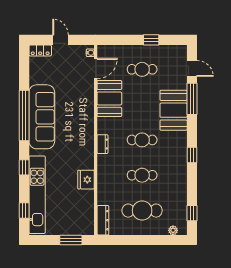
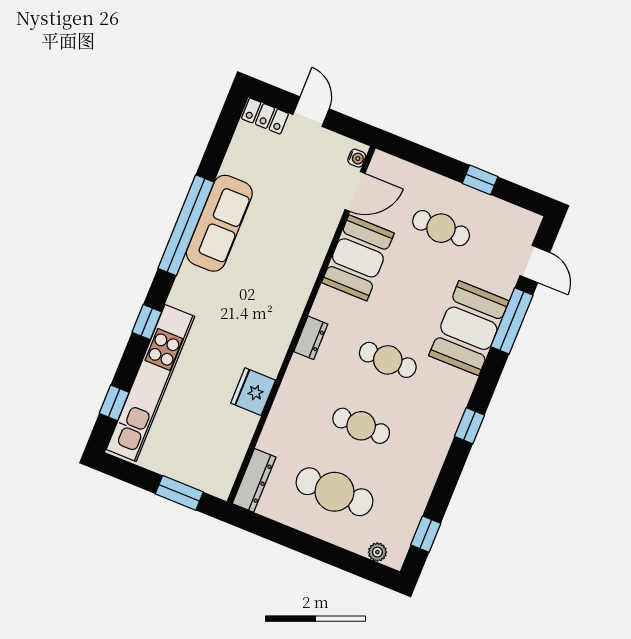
sofa: (42, 117) -> (219, 223), width x0.74, depth x0.79

